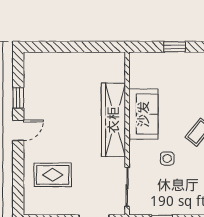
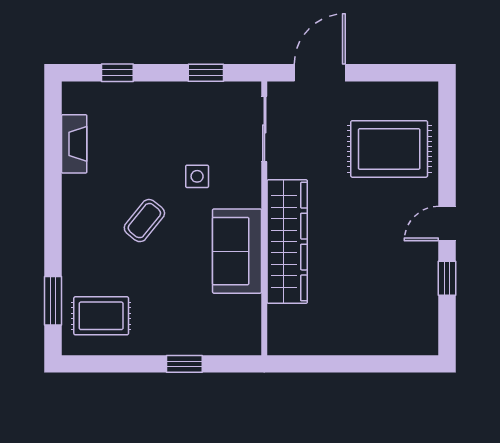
rug: (53, 175) -> (389, 149), width x1.36, depth x1.43

